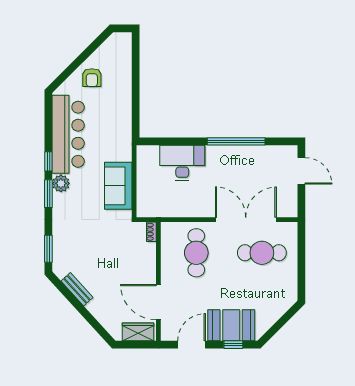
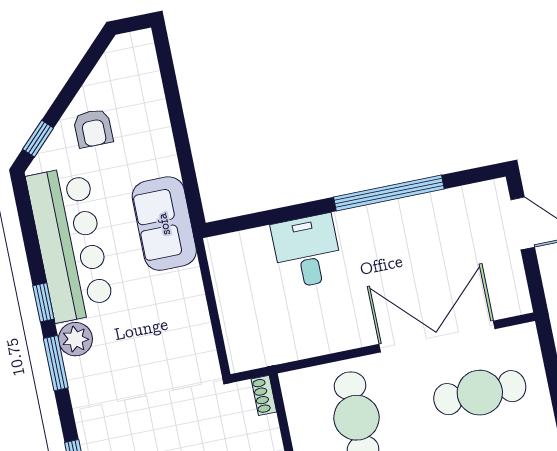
window: (63, 77) -> (38, 139), added
desk: (182, 163) -> (307, 251), width x0.73
sofa: (118, 186) -> (164, 224), moved

